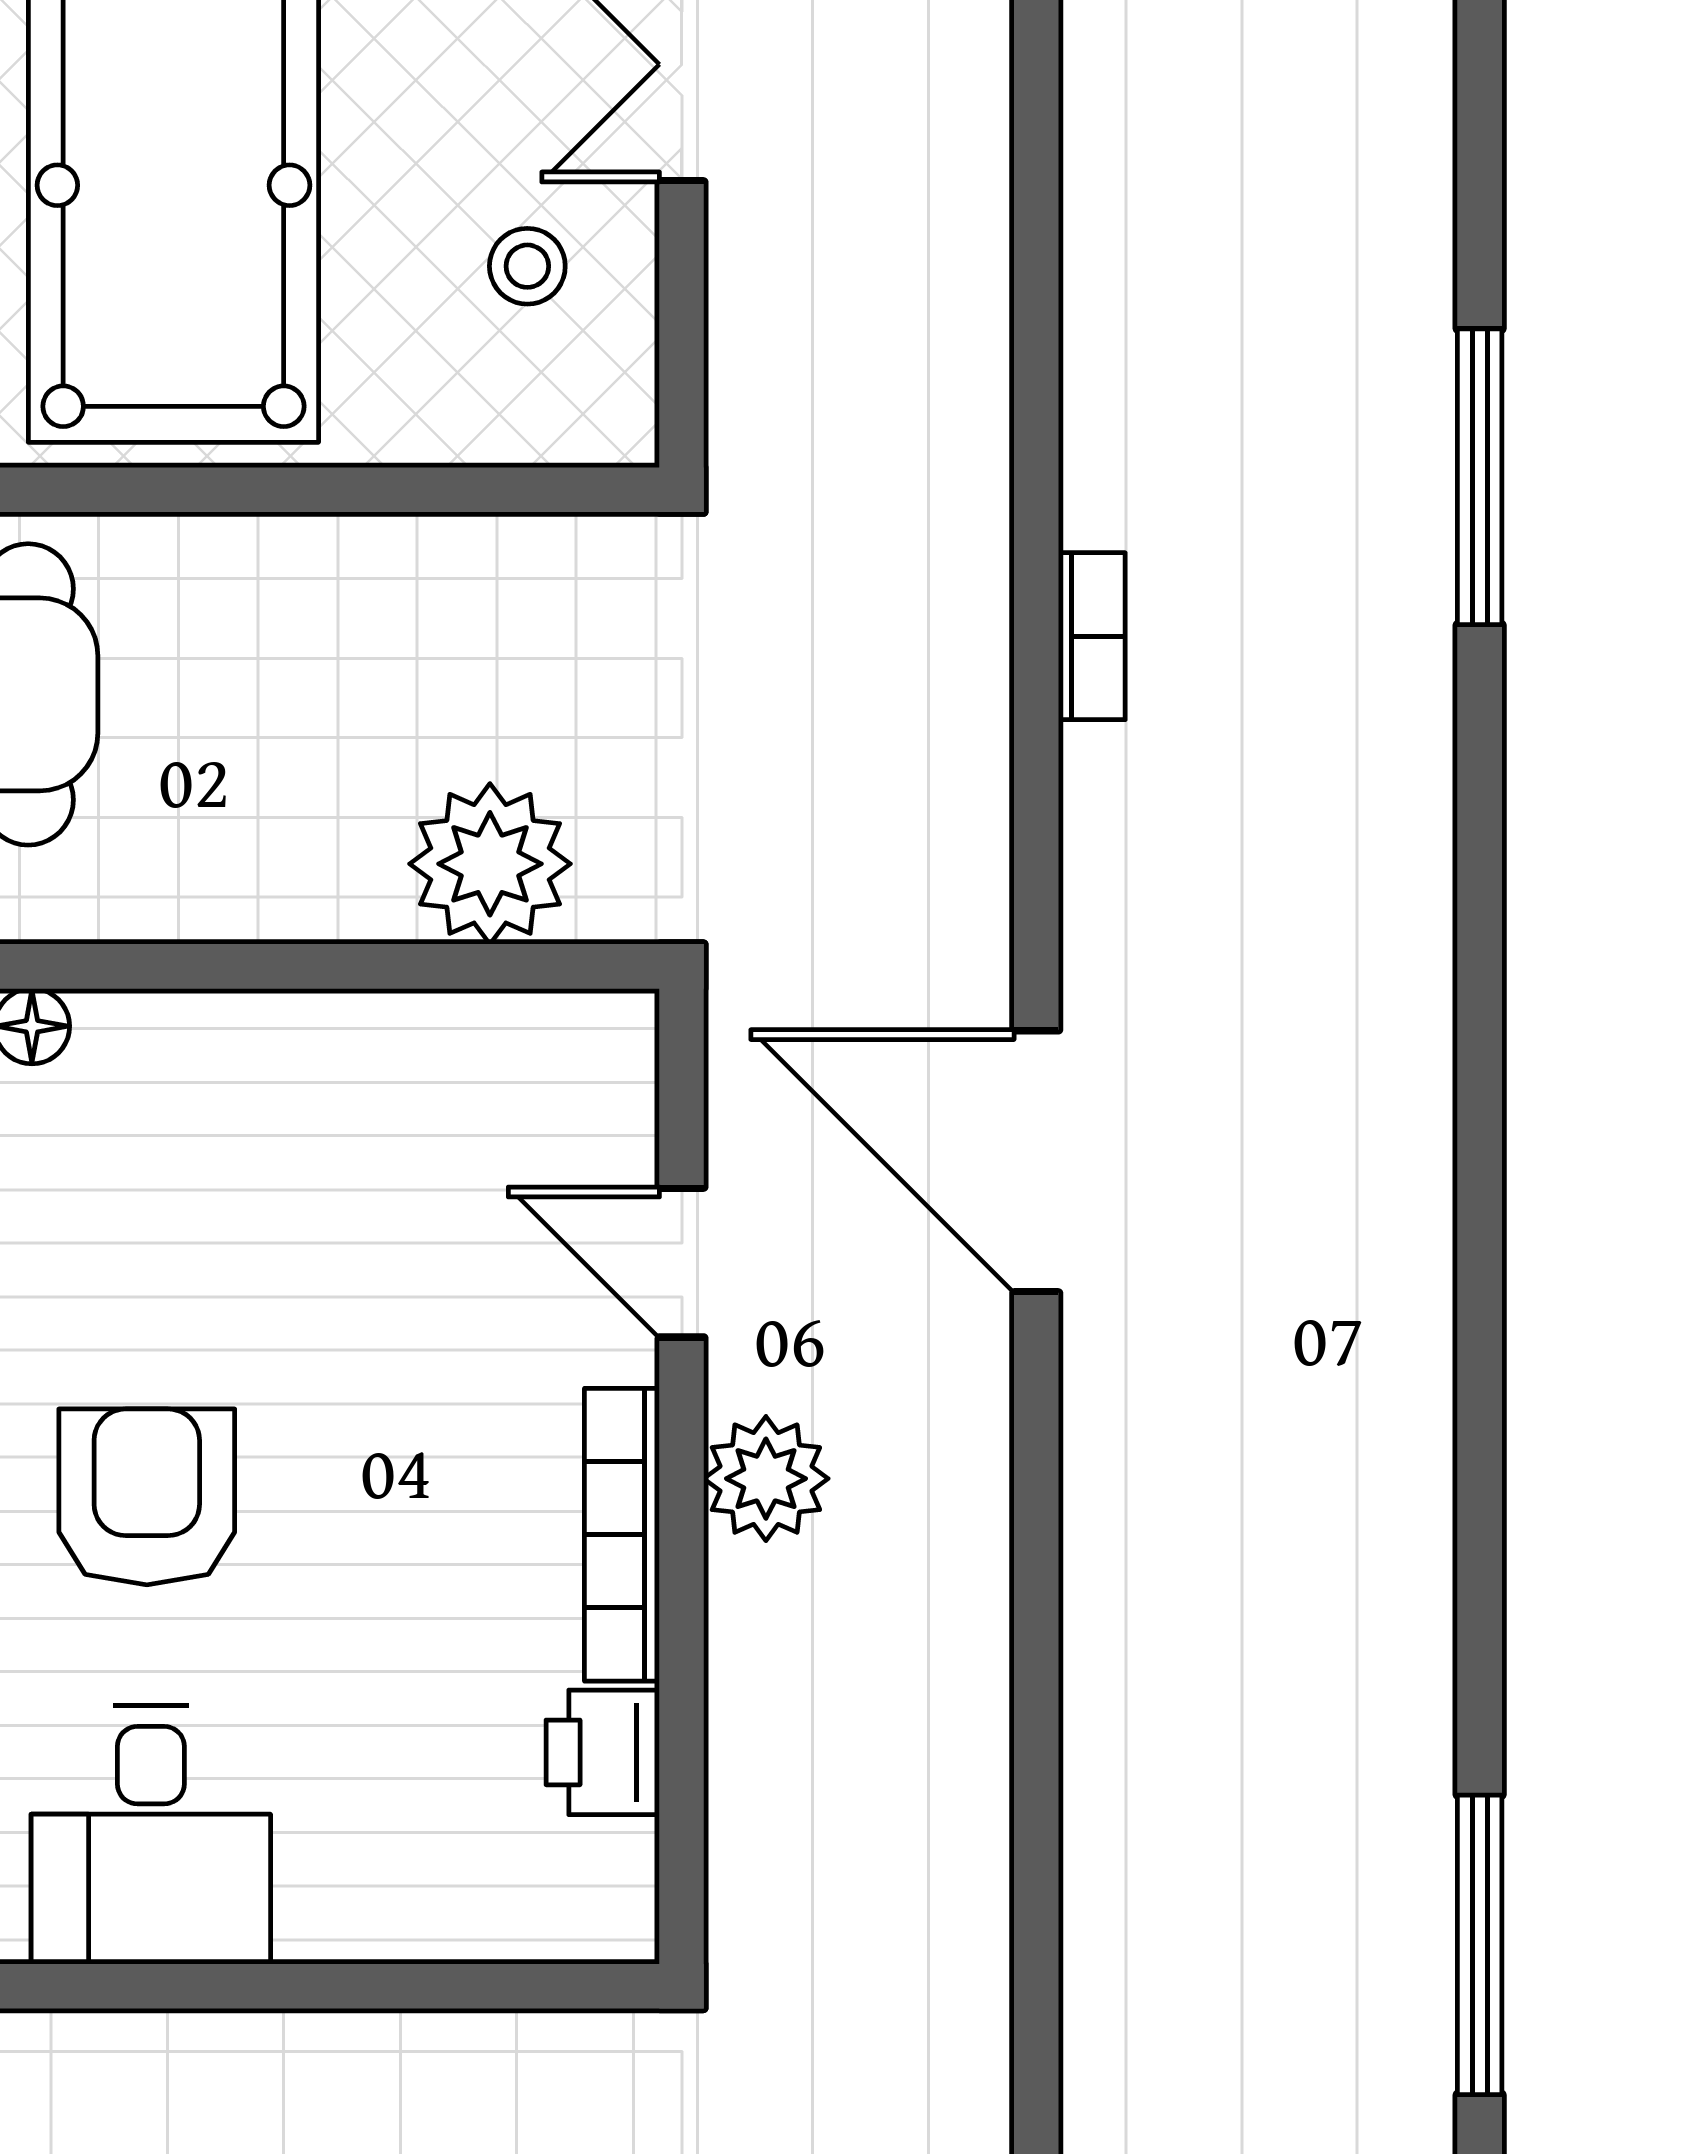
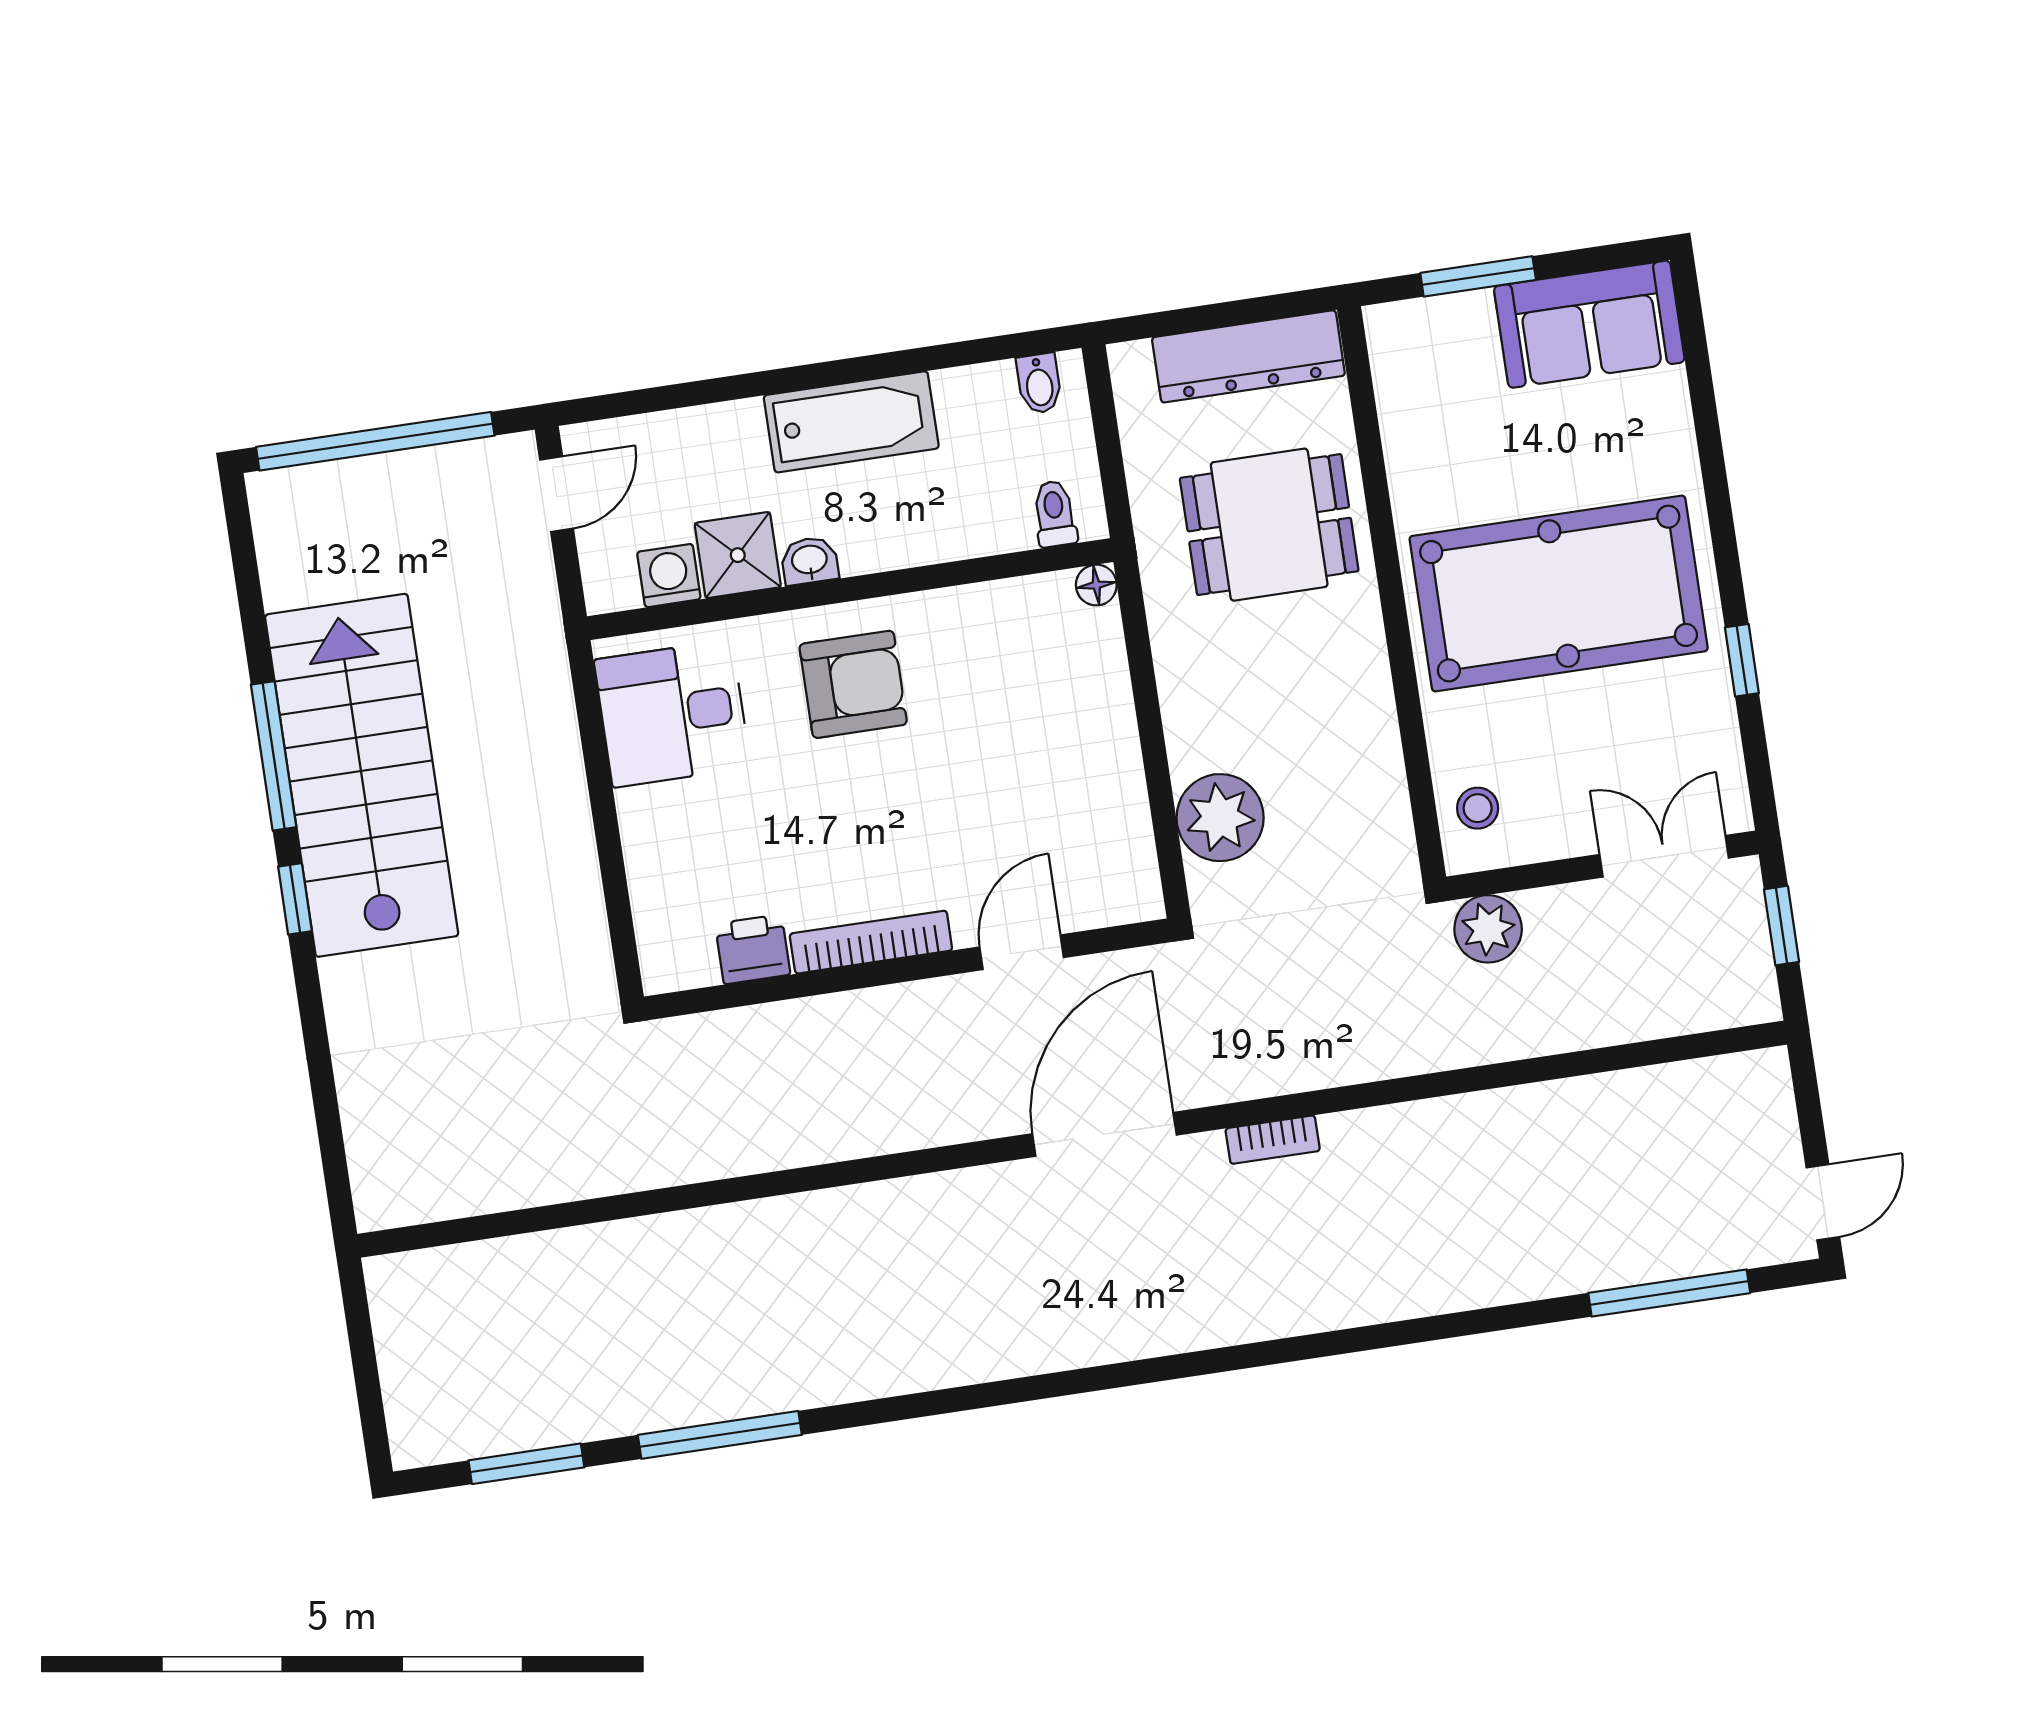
stool: (527, 266) -> (1478, 808), moved
window: (1480, 477) -> (1669, 1293), moved
bookcase: (1092, 636) -> (1273, 1140), moved
plant: (766, 1479) -> (1488, 929), moved

